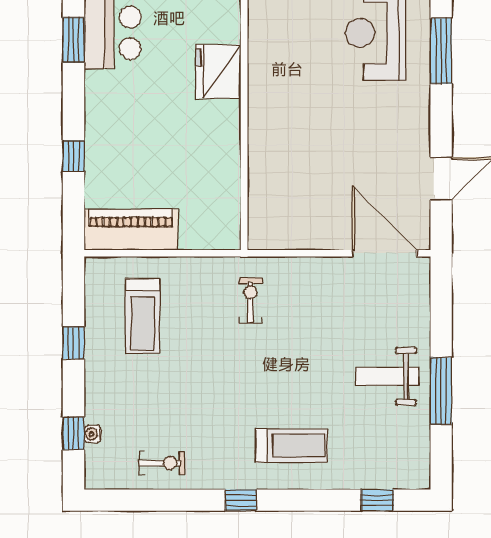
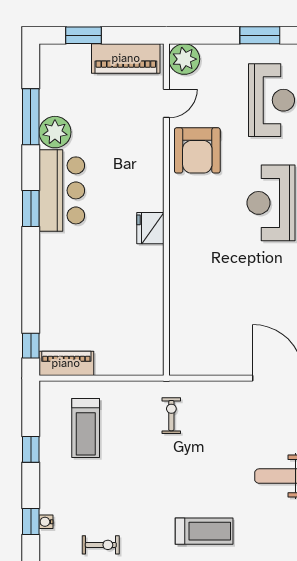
fridge: (218, 72) -> (150, 228), width x0.73, depth x0.75
window: (73, 156) -> (31, 346), moved
piano: (131, 230) -> (66, 363), width x0.73, depth x0.75

